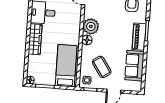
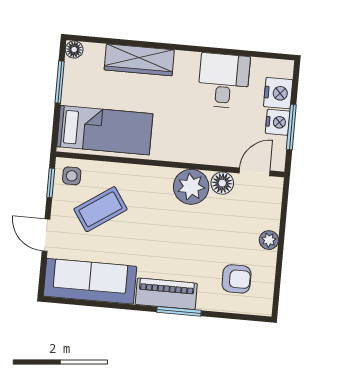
wardrobe: (35, 39) -> (139, 60), moved
floor lamp: (87, 40) -> (222, 183), moved
sofa: (134, 66) -> (90, 281), width x1.36

